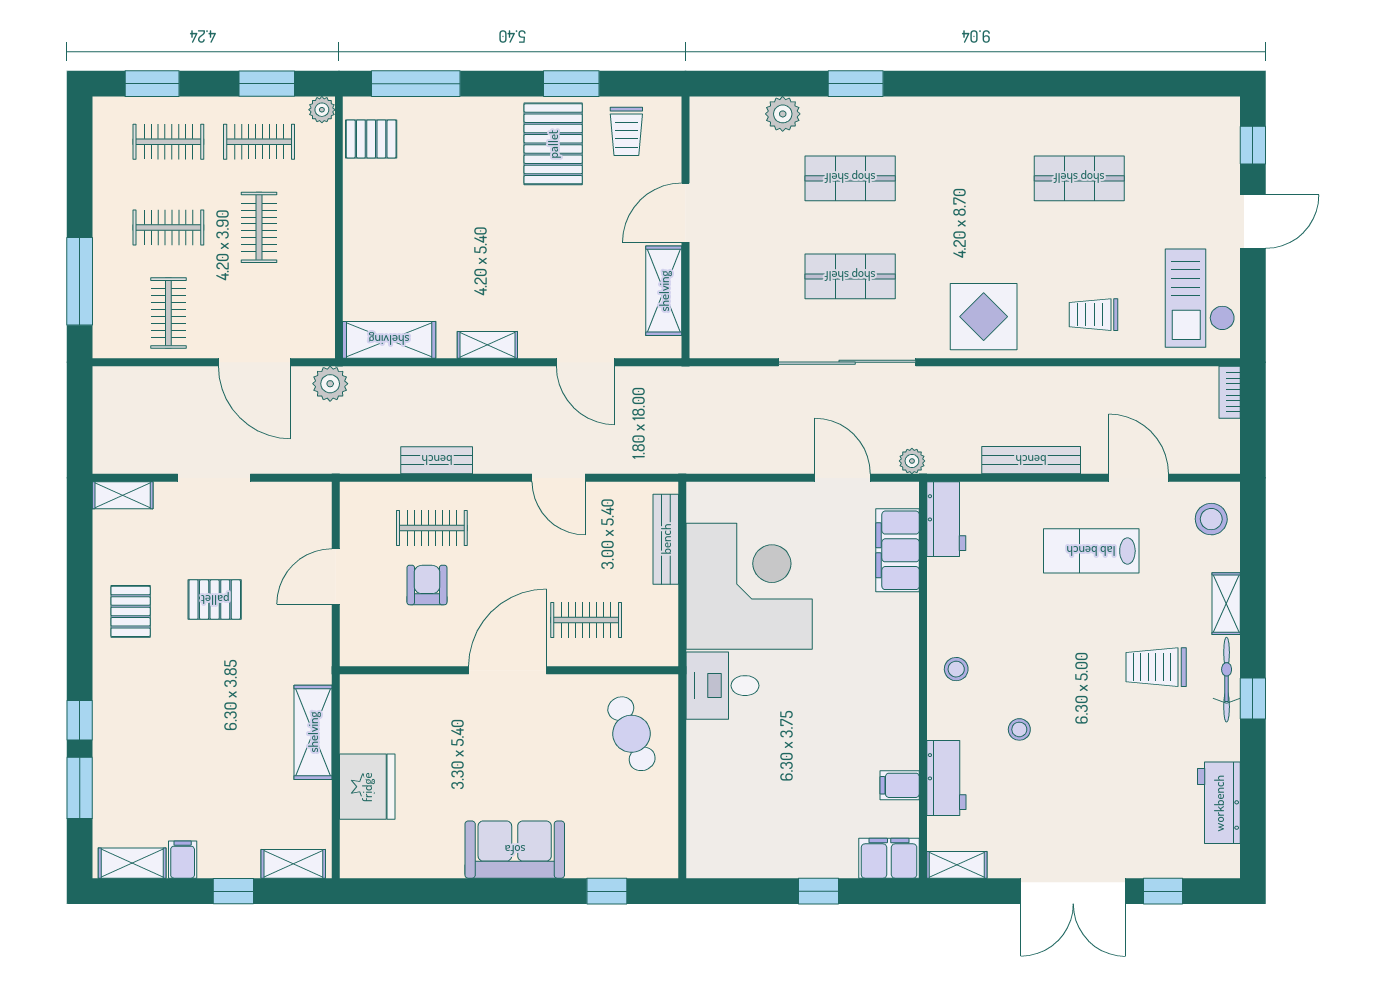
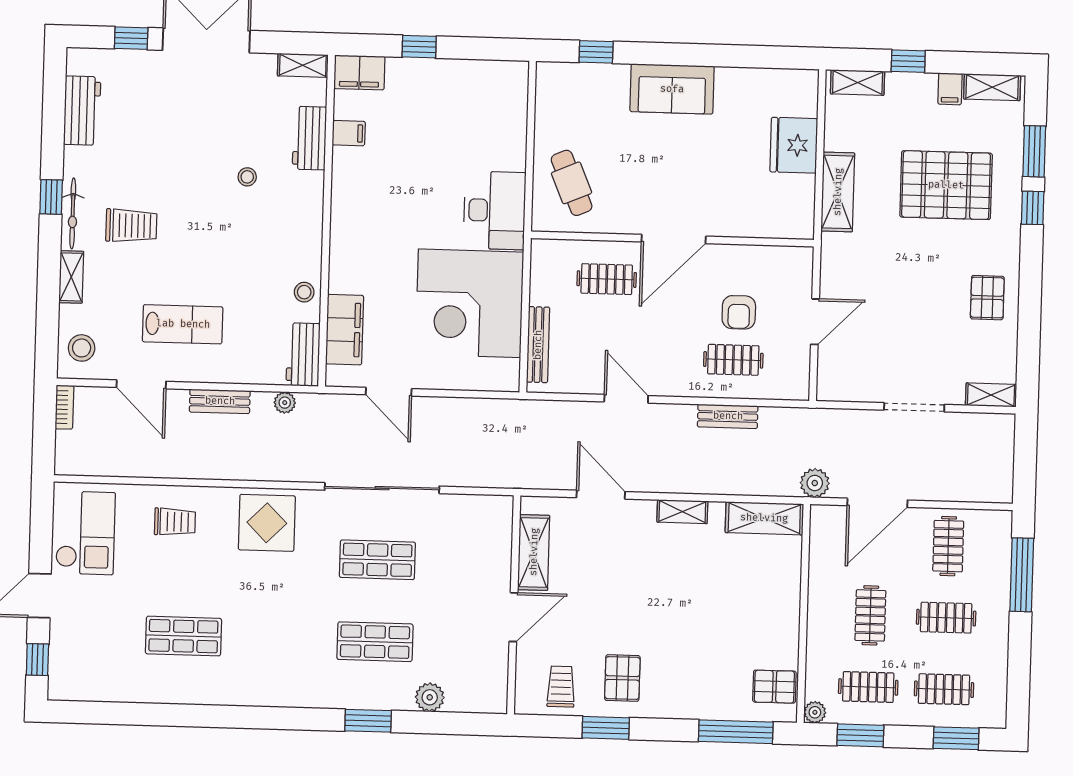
pallet: (553, 144) -> (622, 678), width x0.67, depth x0.71
door: (255, 362) -> (877, 503), swing flipped
bookcase: (1230, 392) -> (64, 407), moved
bench: (1031, 460) -> (220, 401), width x0.73
plant: (912, 461) -> (285, 403), moved
pallet: (215, 600) -> (946, 185), moved, width x2.05, depth x2.00
stool: (956, 669) -> (304, 292), moved
desk: (722, 686) -> (495, 210), width x1.37

